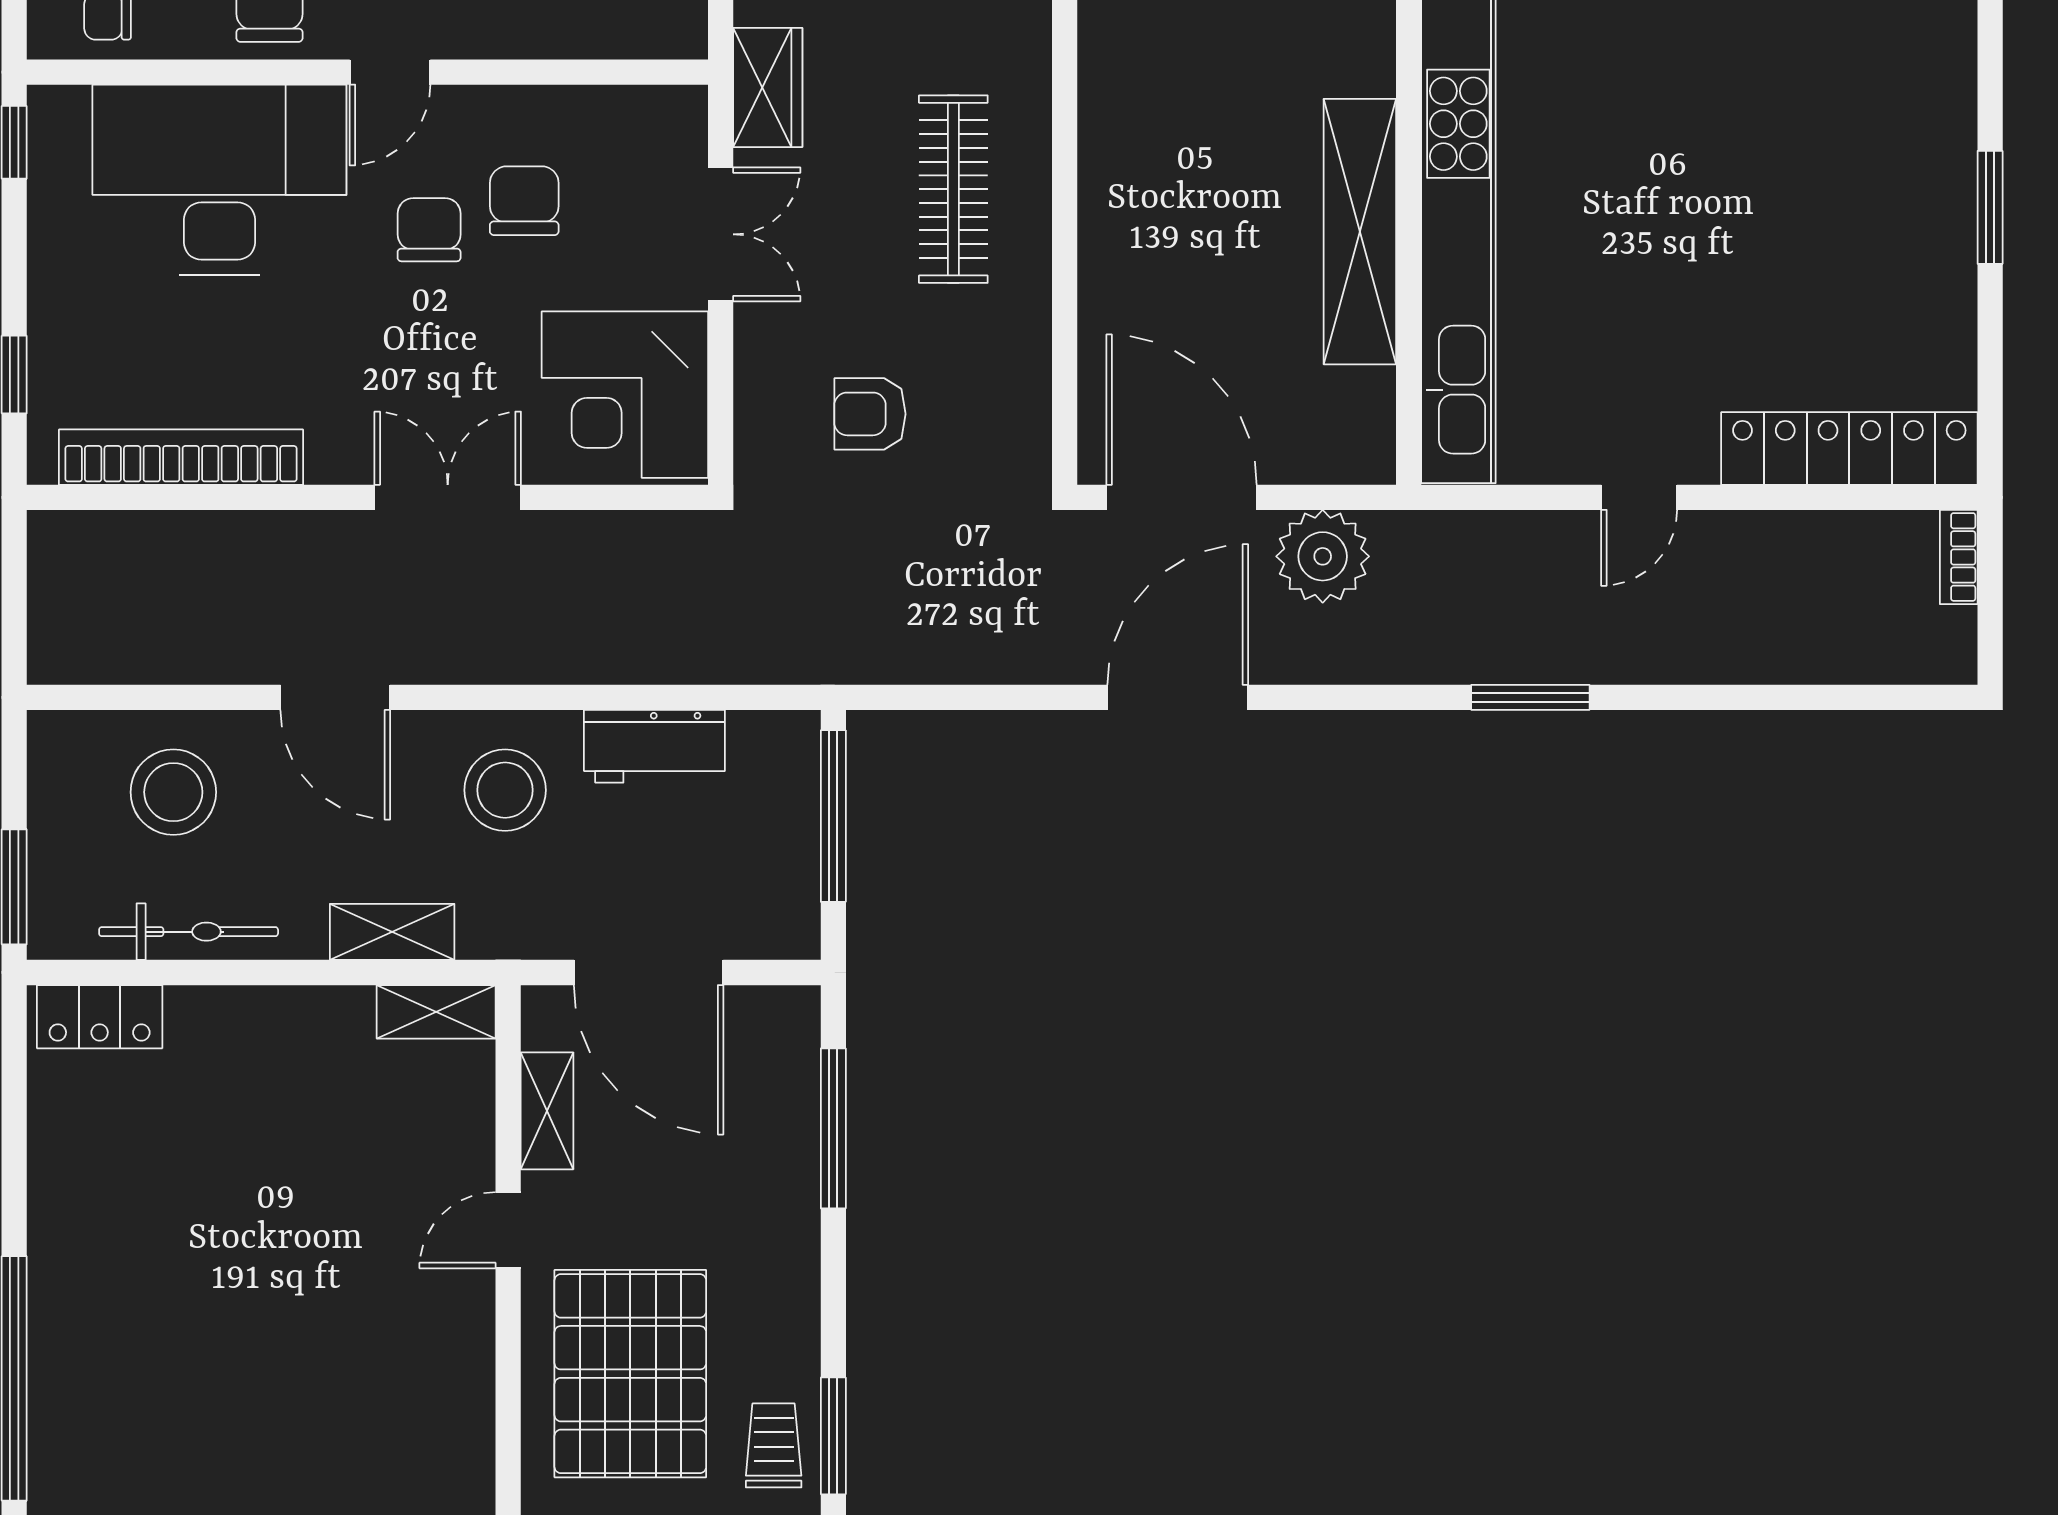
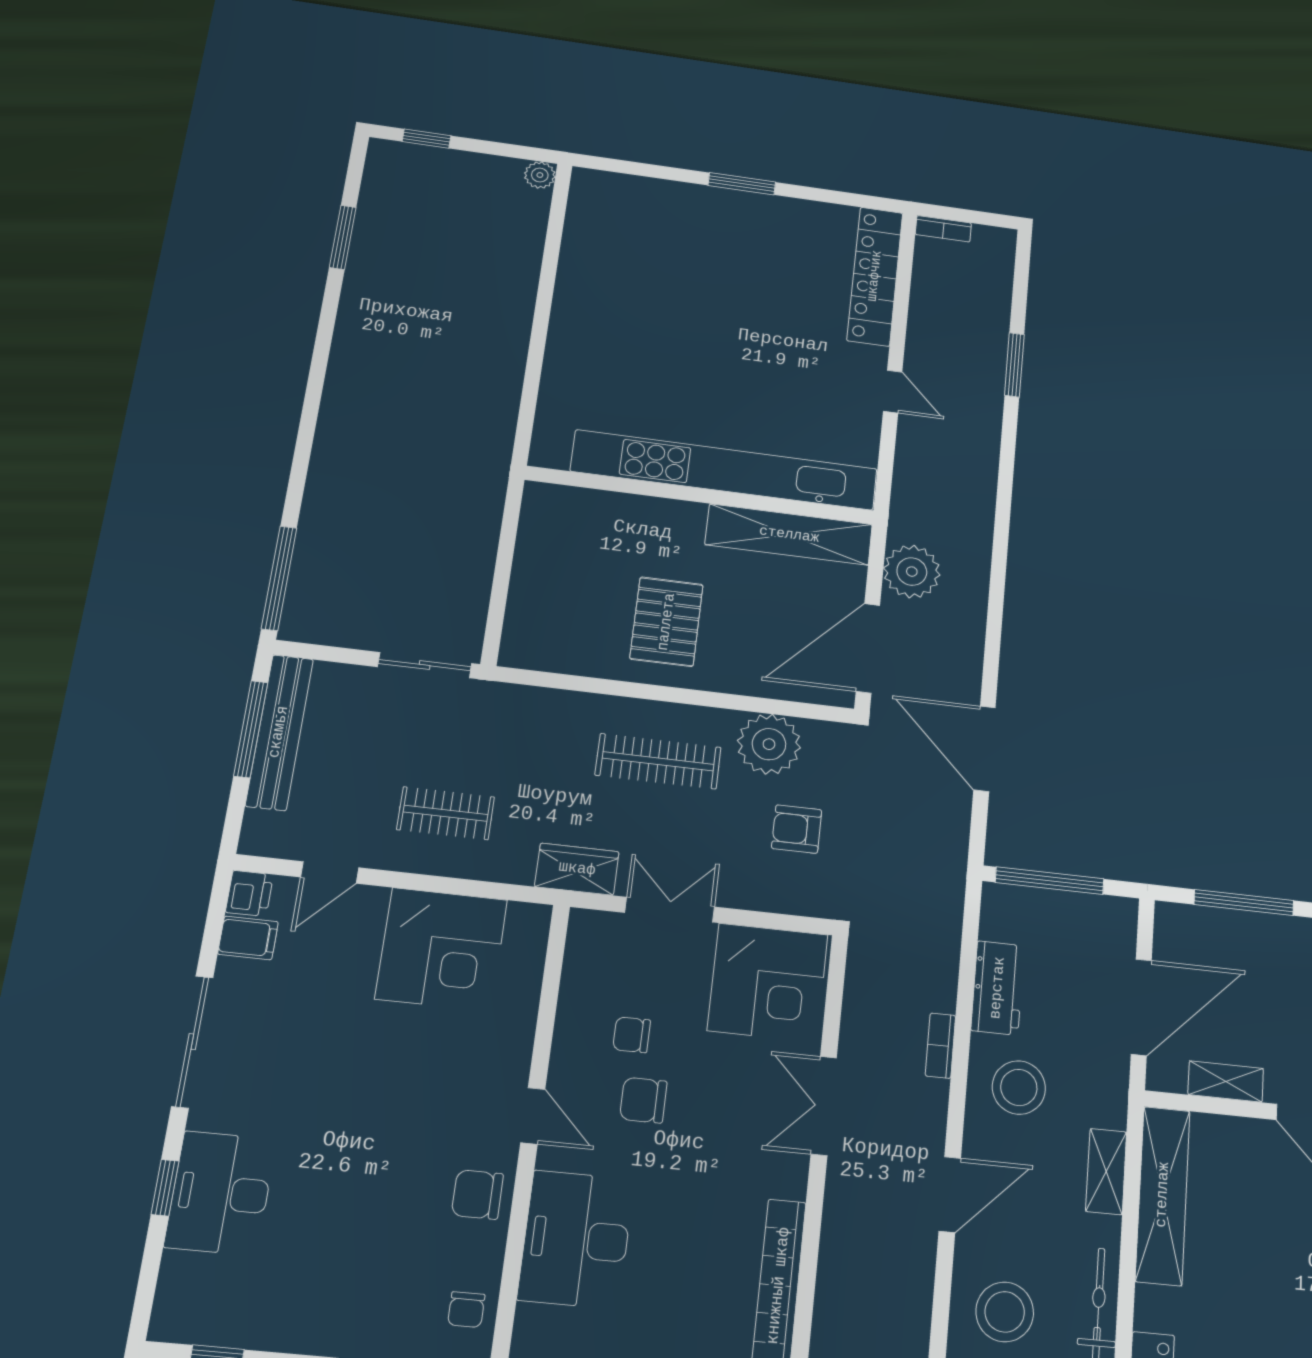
pallet: (1185, 175) -> (667, 622), added
desk: (219, 180) -> (576, 1239), width x0.73, depth x0.77
chair: (524, 201) -> (632, 1035), width x0.73, depth x0.73
shelving: (1360, 232) -> (789, 535), moved
plant: (1002, 357) -> (769, 744), added
armchair: (870, 414) -> (797, 829), turned 90
bookcase: (556, 665) -> (940, 1046), added
door: (1178, 697) -> (984, 749), moved
window: (1530, 697) -> (1014, 365), moved
shelving: (436, 1012) -> (1163, 1195), width x2.20, depth x1.33

